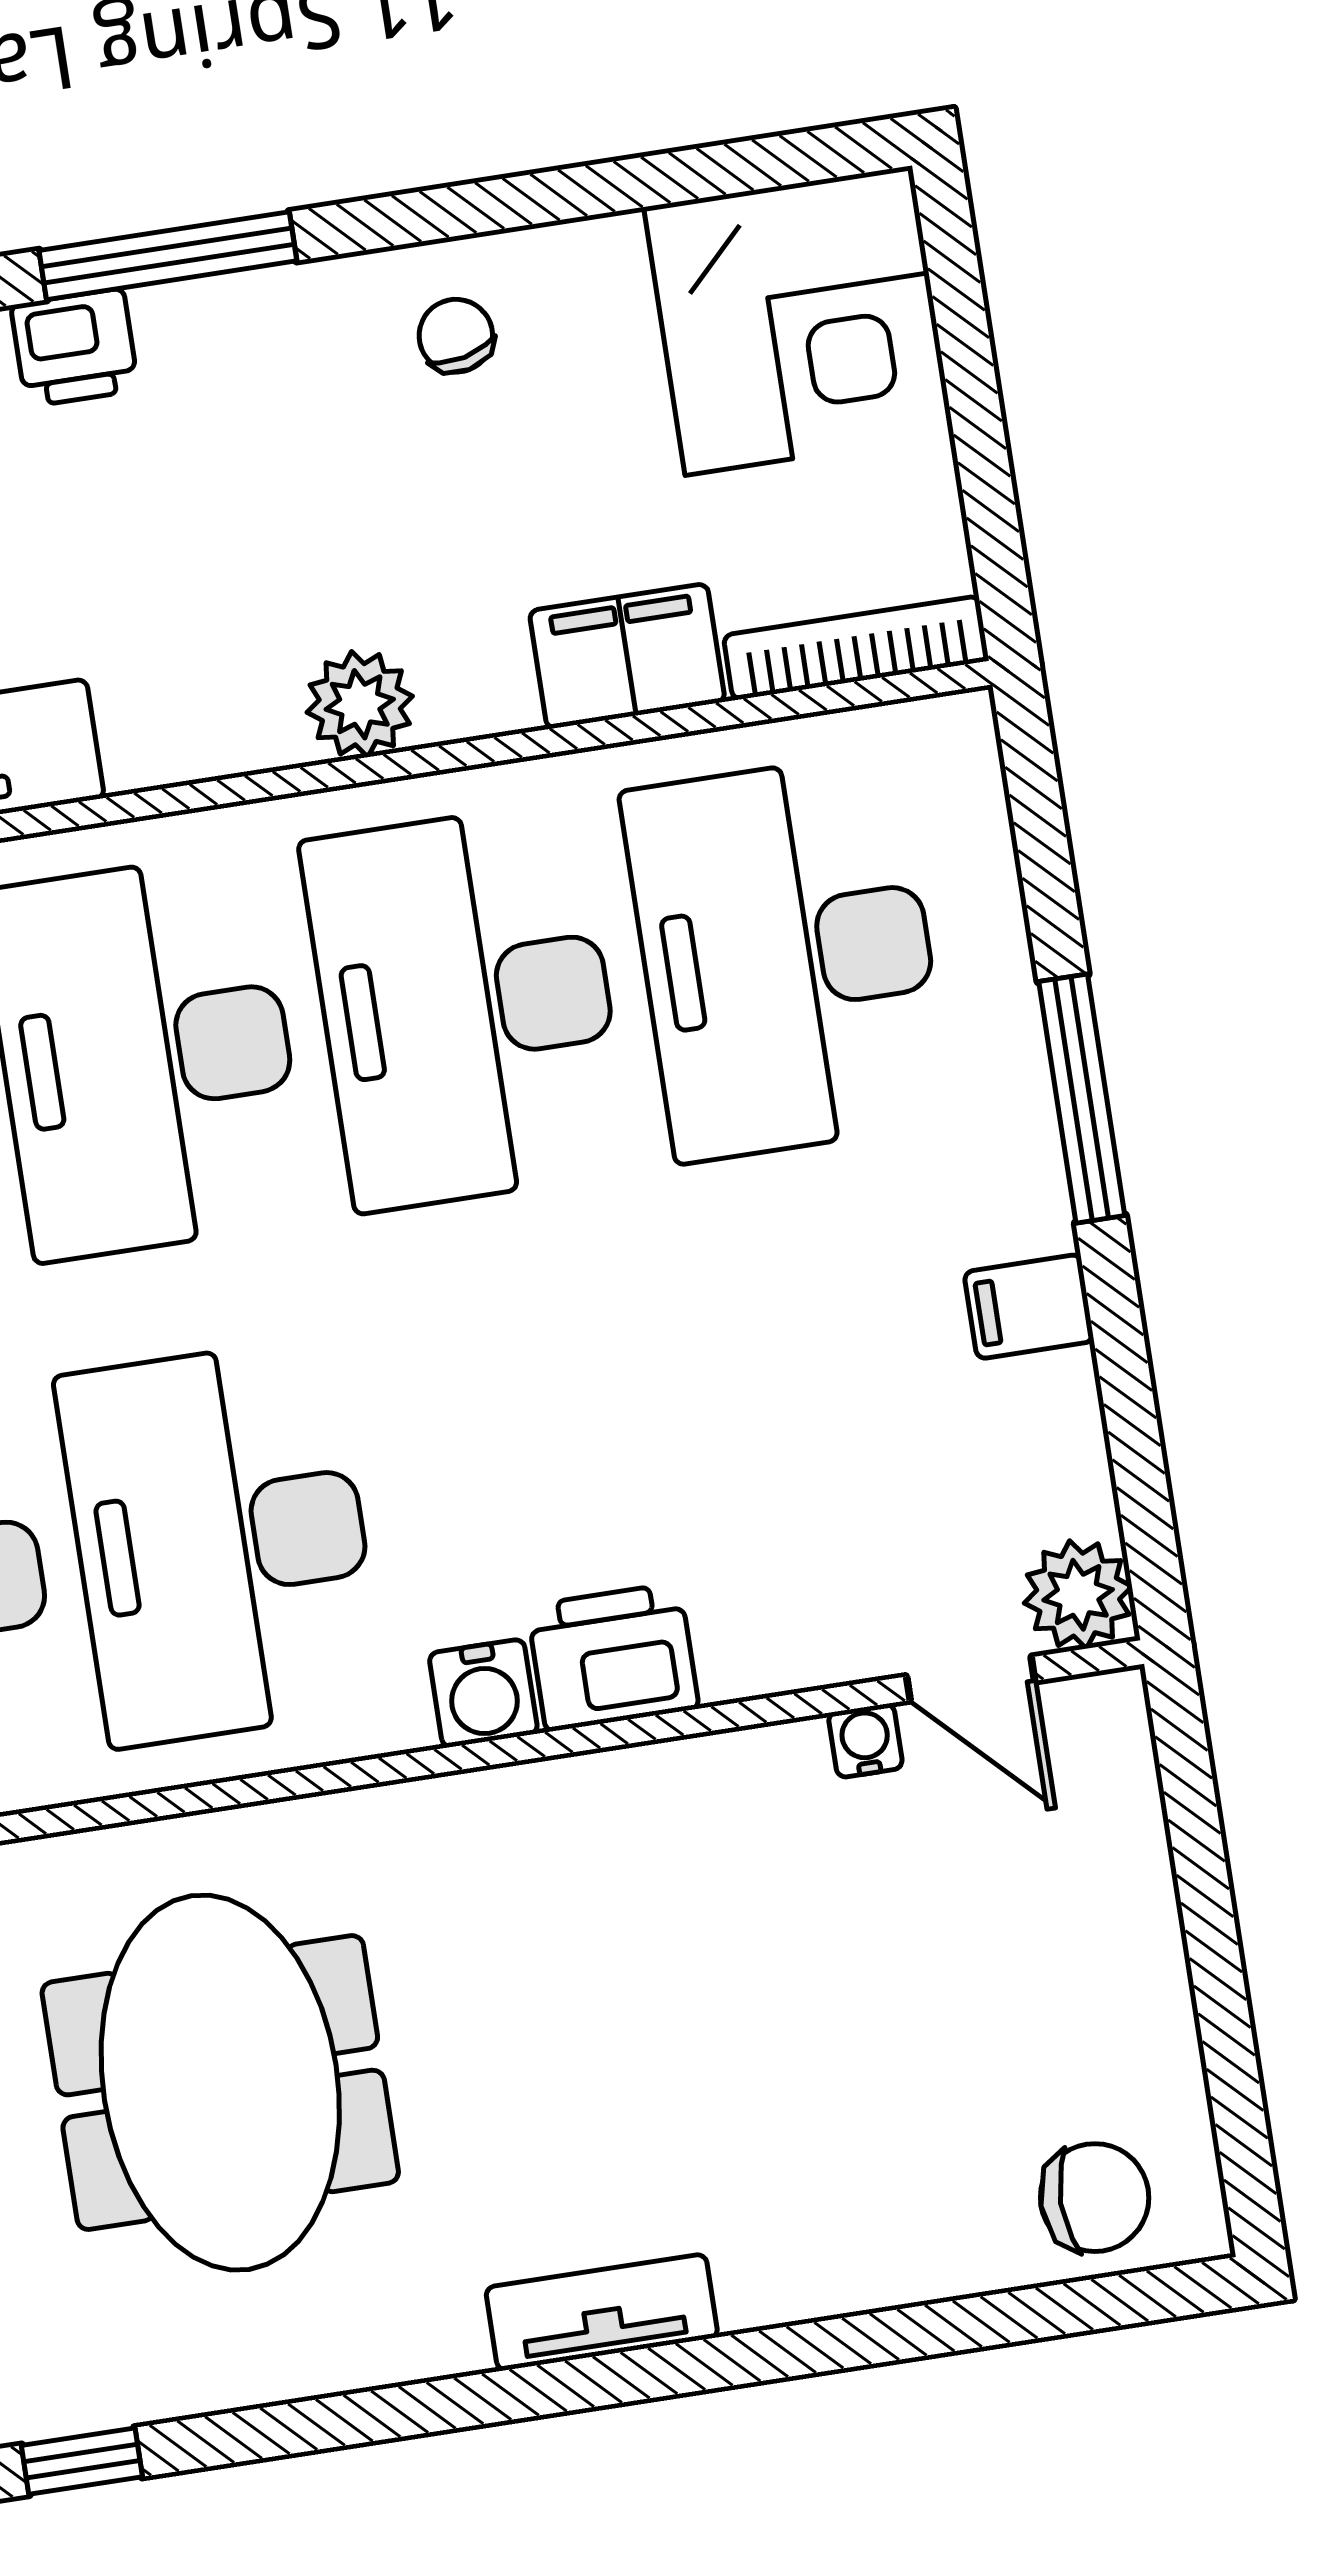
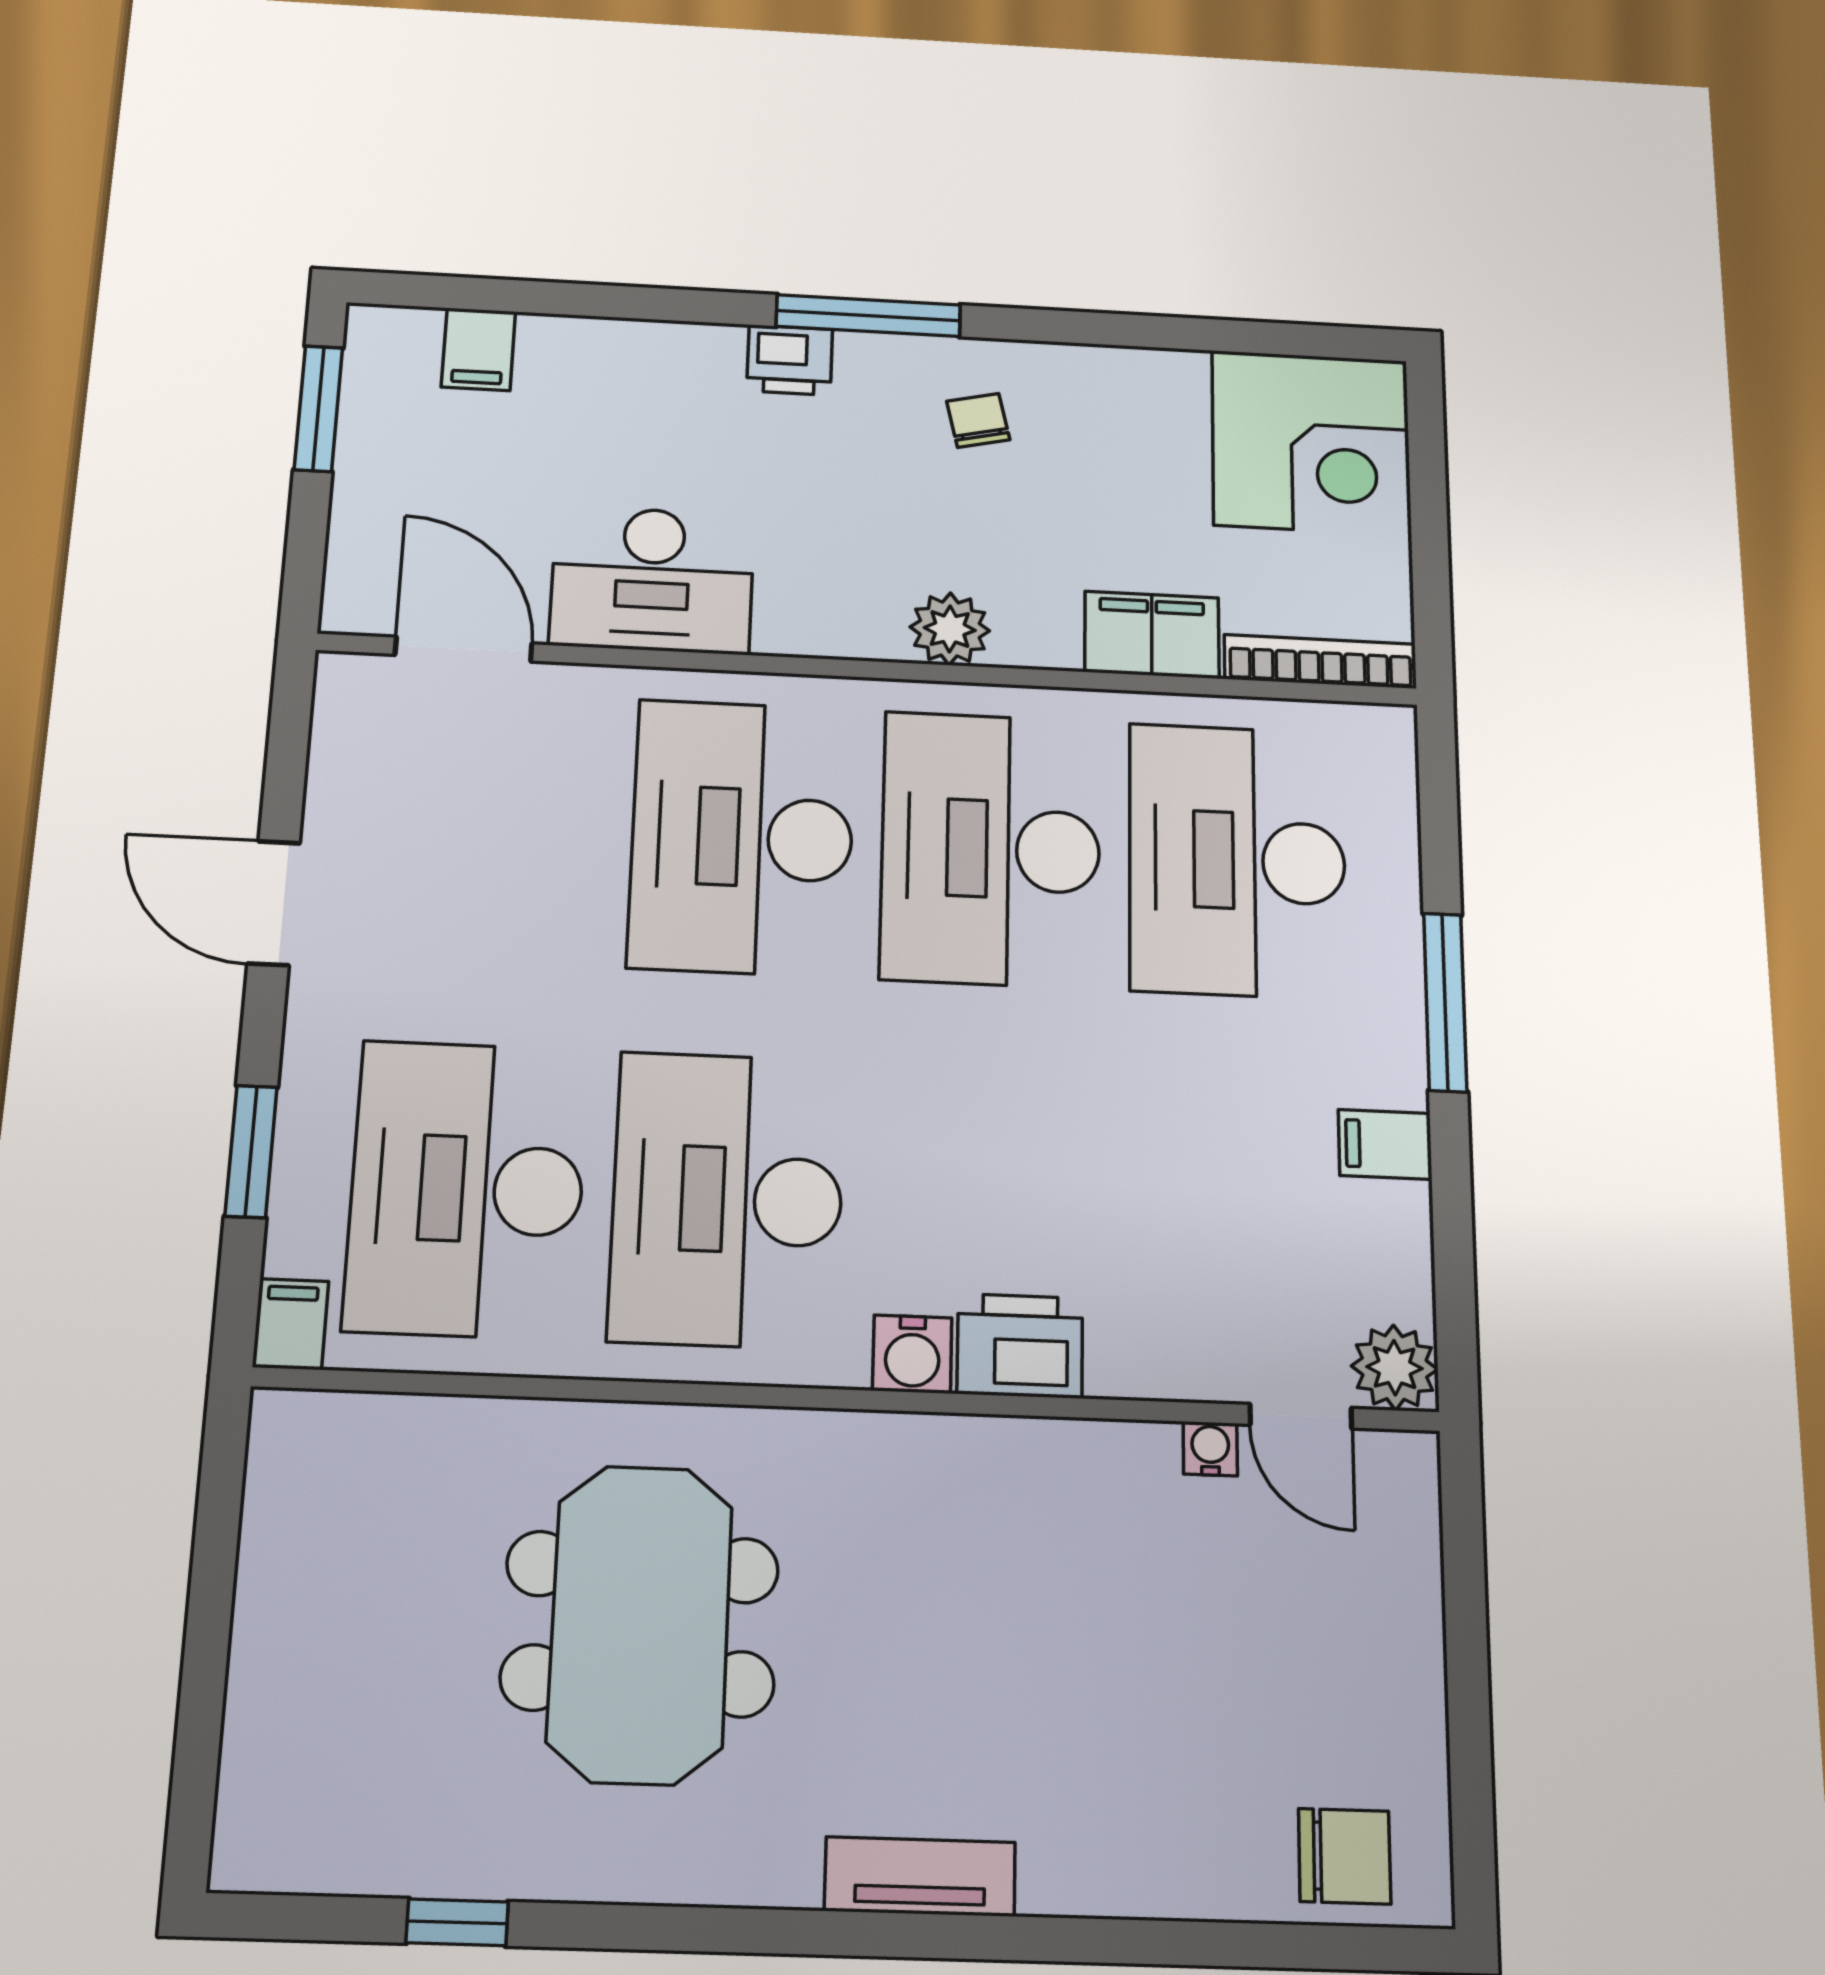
chair: (456, 336) -> (978, 420), moved

